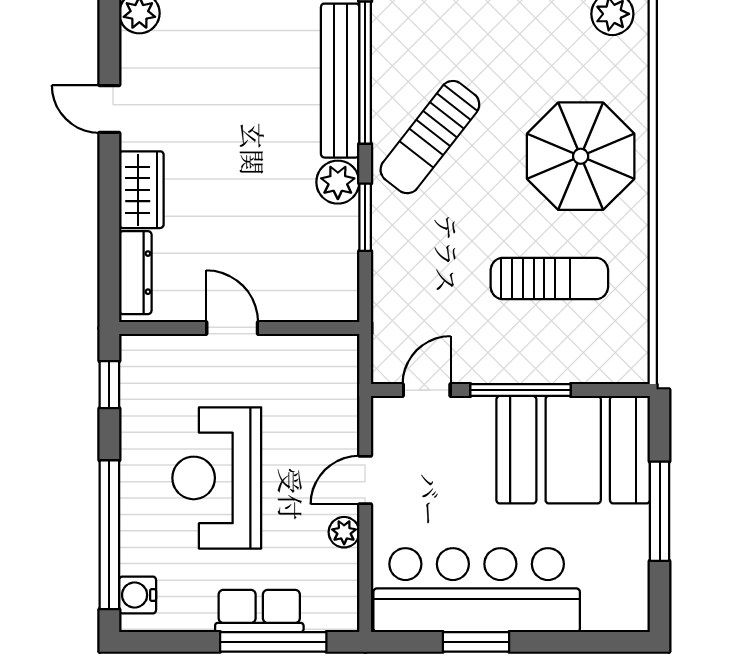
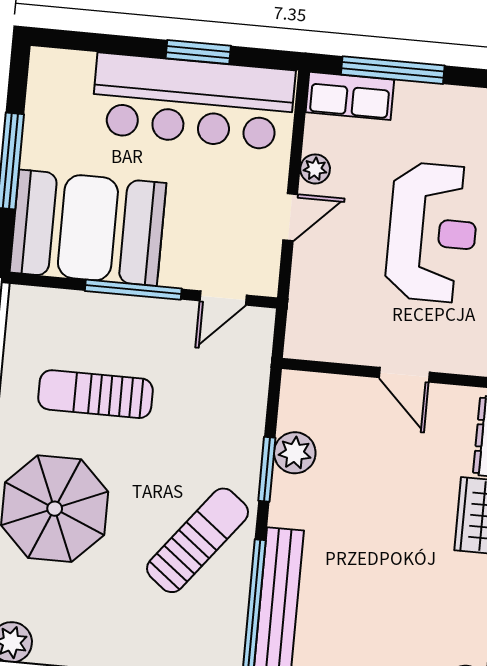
plant: (338, 182) -> (295, 453), moved
row of seats: (259, 611) -> (350, 96), moved

